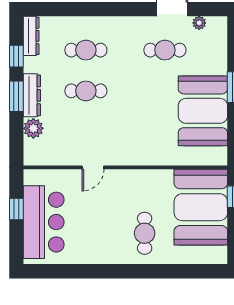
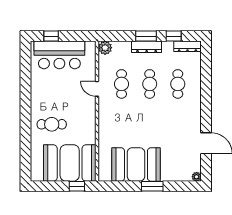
plant: (199, 23) -> (197, 177), moved
cafe table: (165, 50) -> (122, 84), moved
plant: (33, 128) -> (105, 48), moved
window: (16, 209) -> (51, 36), moved

